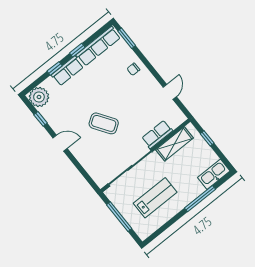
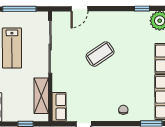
row of seats: (157, 134) -> (59, 107), moved
door: (60, 143) -> (79, 9), moved

